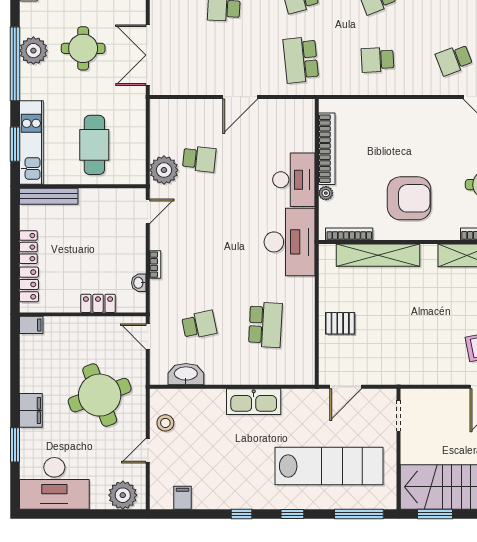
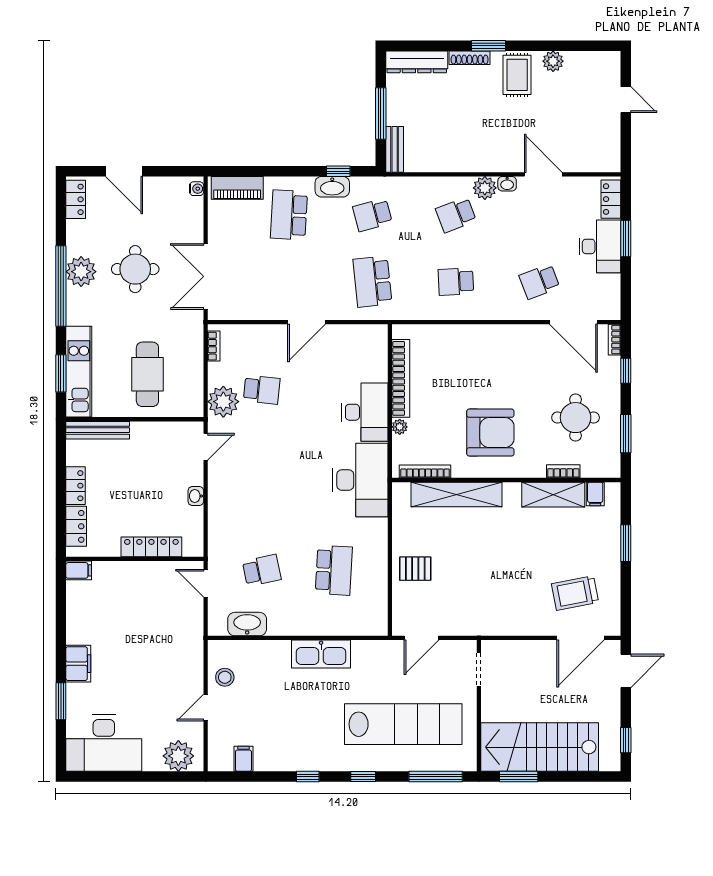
bookcase: (155, 265) -> (214, 346), moved
washbasin: (139, 283) -> (196, 496), moved
locker: (98, 303) -> (151, 547), width x1.53
round table: (100, 395) -> (153, 647), removed

